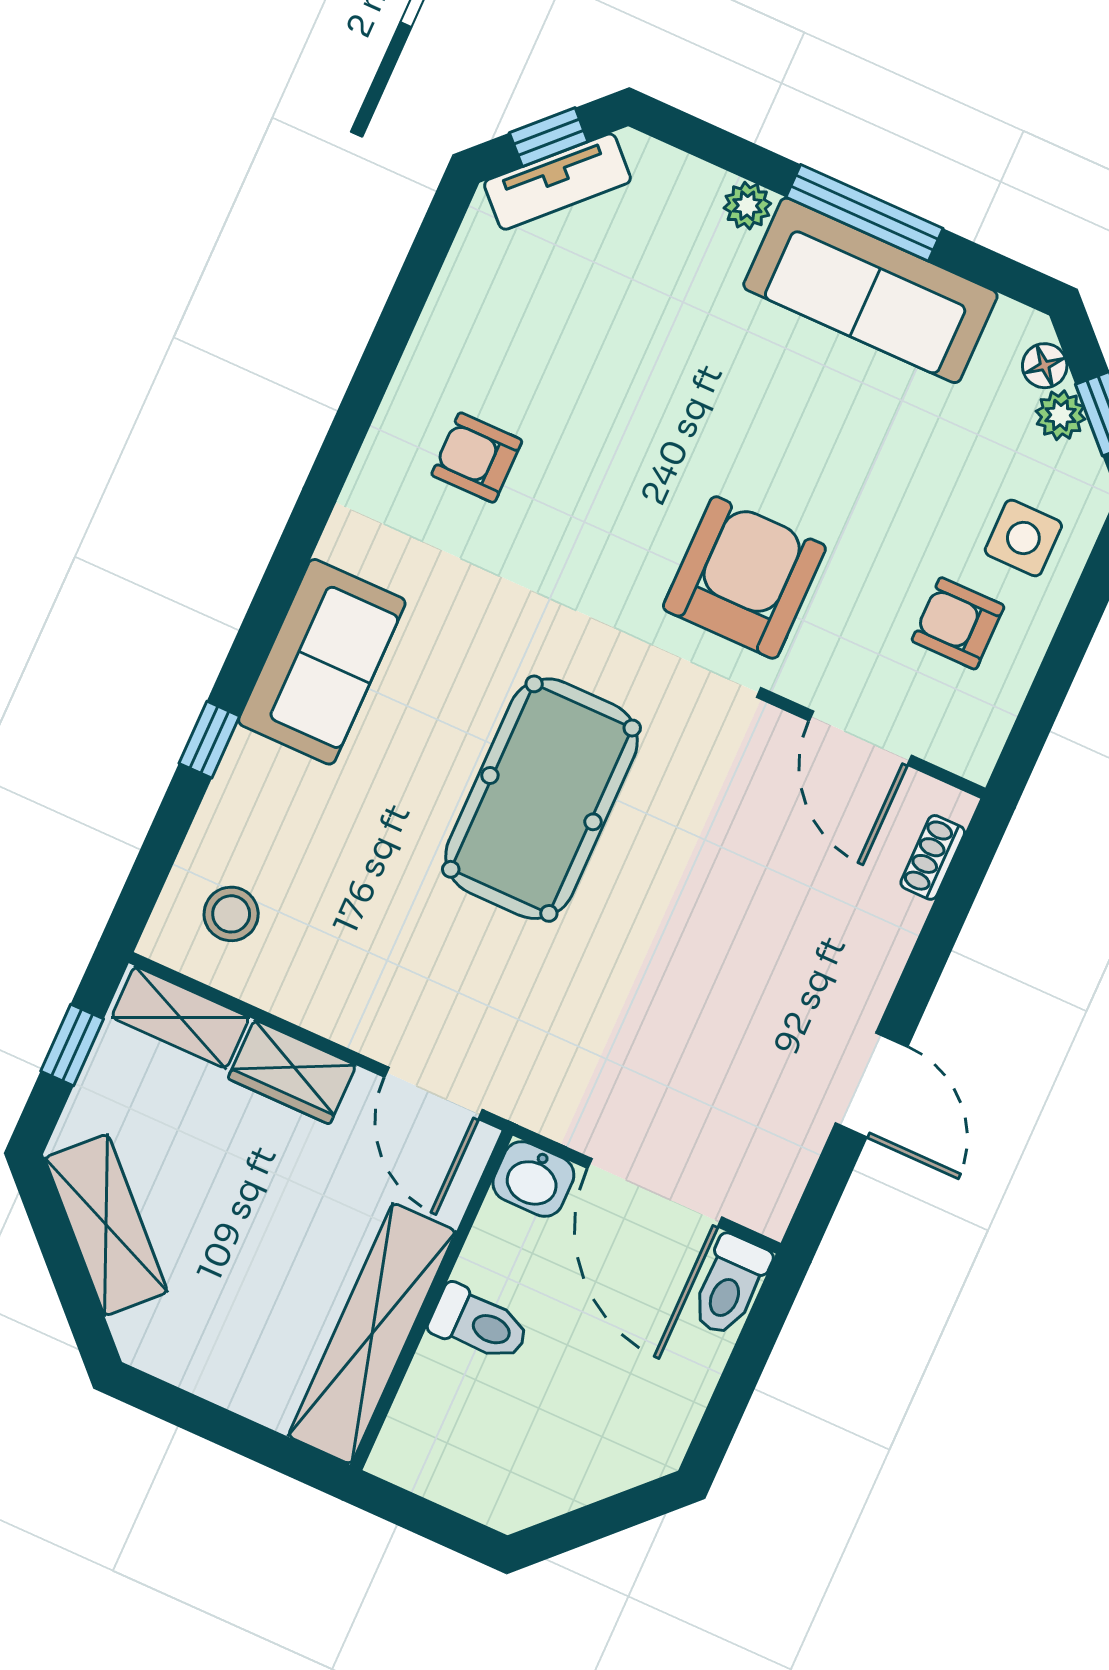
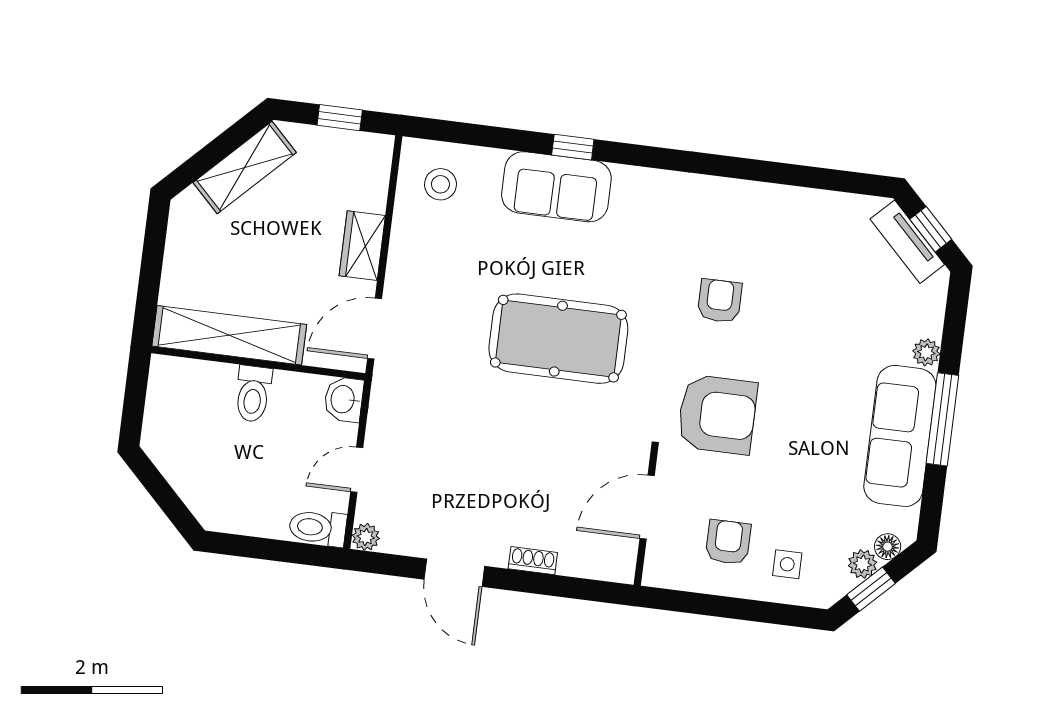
armchair: (477, 458) -> (720, 301), moved
side table: (1023, 538) -> (787, 564), width x0.73, depth x0.73
sofa: (322, 662) -> (556, 187), moved
window: (209, 740) -> (573, 147), moved
shoe rack: (933, 857) -> (533, 561), moved
shelving: (180, 1017) -> (374, 174), removed
door: (871, 1085) -> (454, 573), hinge flipped
door: (655, 1193) -> (357, 470), width x0.53
plant: (769, 1212) -> (366, 537), added

